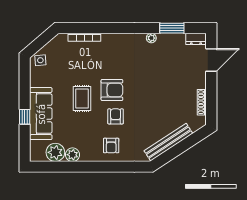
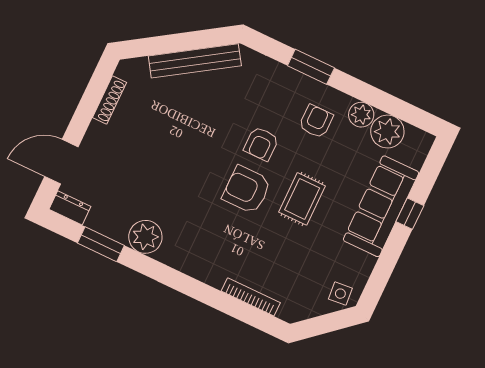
plant: (151, 38) -> (145, 237), width x1.87, depth x1.87
armchair: (111, 145) -> (316, 121), moved
window: (109, 167) -> (311, 67), added

